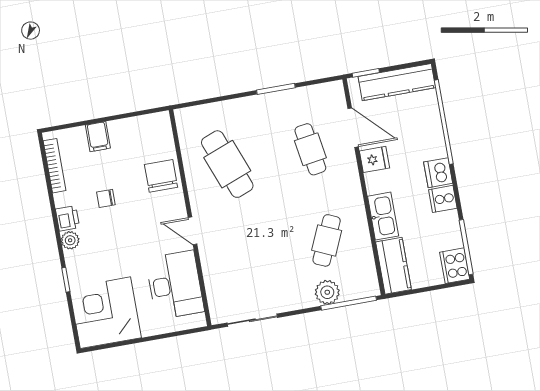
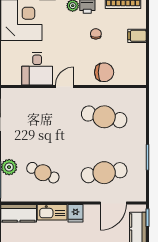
cafe table: (310, 149) -> (104, 173), width x1.37, depth x1.35
fridge: (375, 159) -> (75, 213), moved
cafe table: (227, 164) -> (104, 117), turned 33
desk: (175, 285) -> (37, 69), width x0.73

